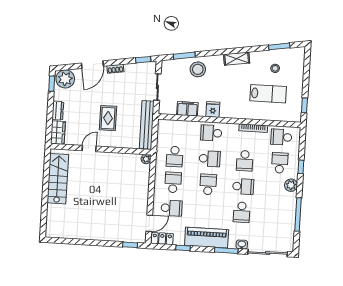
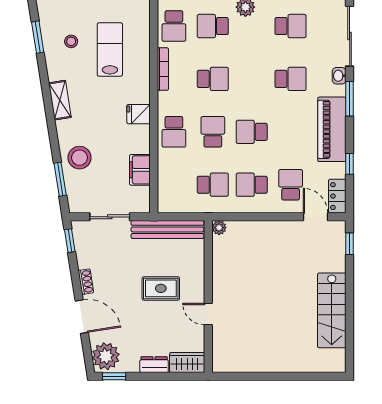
fridge: (213, 110) -> (139, 114), moved
stairs: (58, 179) -> (332, 310), moved, turned -90
school desk: (243, 186) -> (291, 26), moved, turned 90

